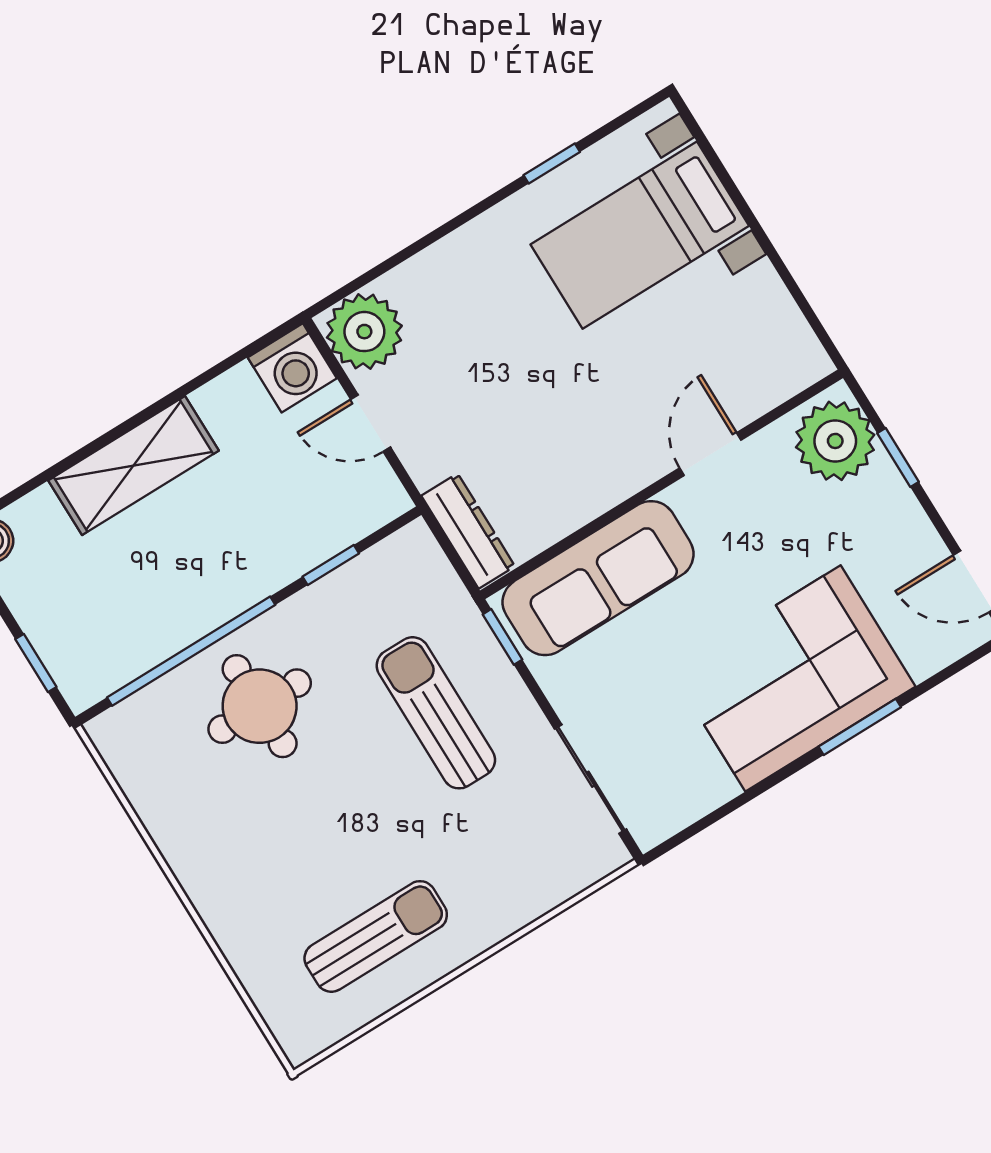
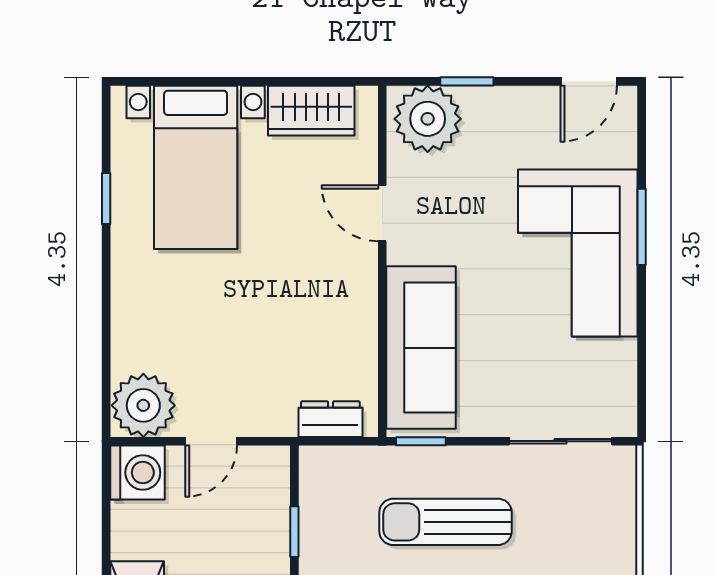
wardrobe: (770, 317) -> (311, 111), added
dresser: (468, 531) -> (330, 419), width x0.70

